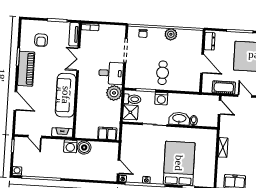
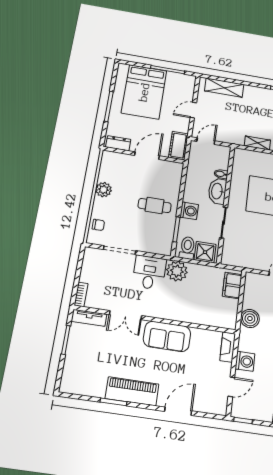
armchair: (41, 40) -> (92, 366), removed
cot: (224, 87) -> (178, 146), moved
sofa: (66, 95) -> (167, 336), width x0.73
washing machine: (70, 146) -> (245, 361), moved

